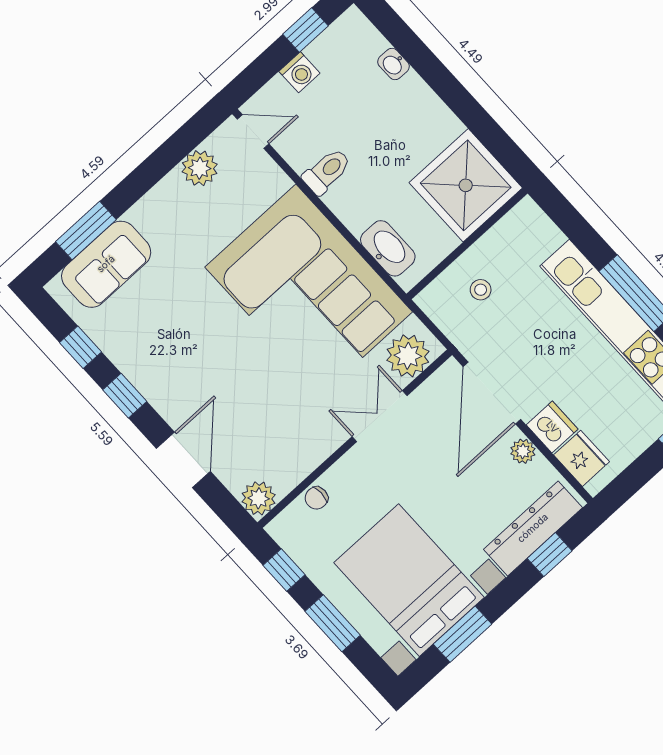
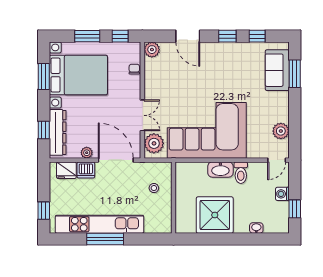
shower: (466, 185) -> (215, 215), moved
washbasin: (388, 248) -> (220, 170), moved

